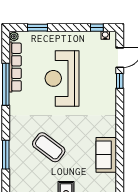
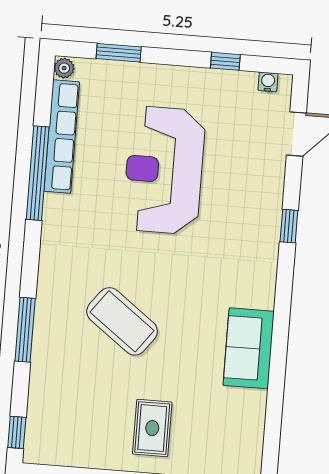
window: (97, 28) -> (225, 61), moved
window: (120, 81) -> (289, 226), moved

